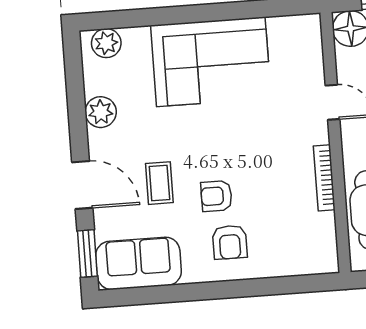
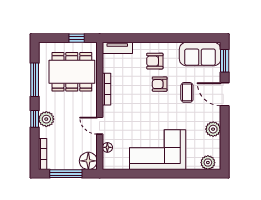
floor lamp: (314, 59) -> (107, 147), added
armchair: (216, 196) -> (160, 84), turned 180
armchair: (230, 242) -> (155, 61), turned -90
tv unit: (308, 264) -> (117, 48), added

